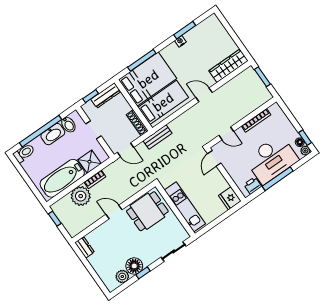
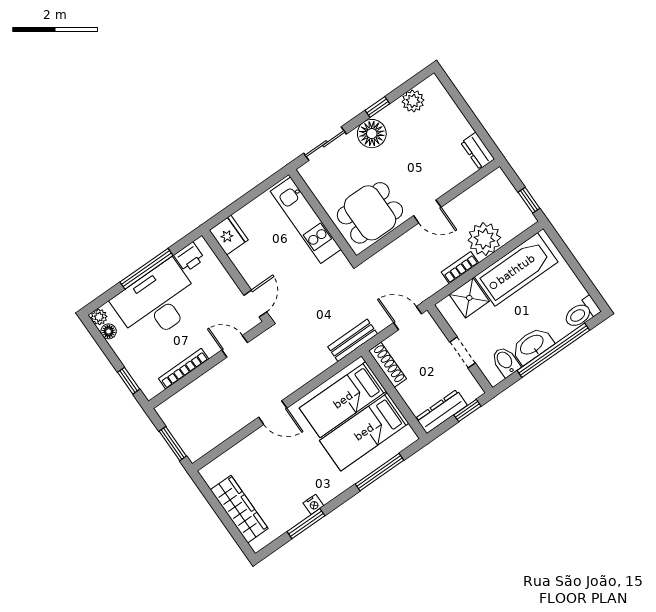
wardrobe: (228, 66) -> (239, 509), moved, turned -90
bed: (148, 79) -> (364, 432), width x0.67
window: (305, 138) -> (129, 381), moved
floor lamp: (134, 266) -> (372, 134), moved

